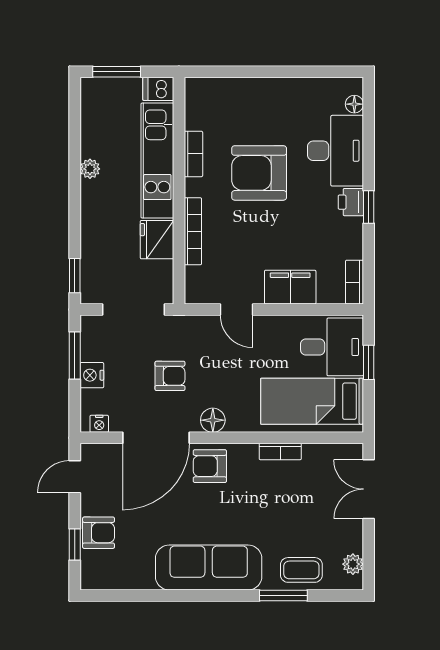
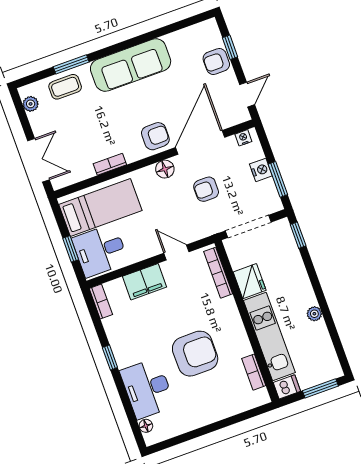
bookcase: (193, 154) -> (254, 372), moved
printer: (351, 202) -> (124, 356), removed
bookcase: (193, 231) -> (218, 273), moved

